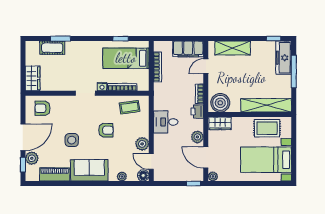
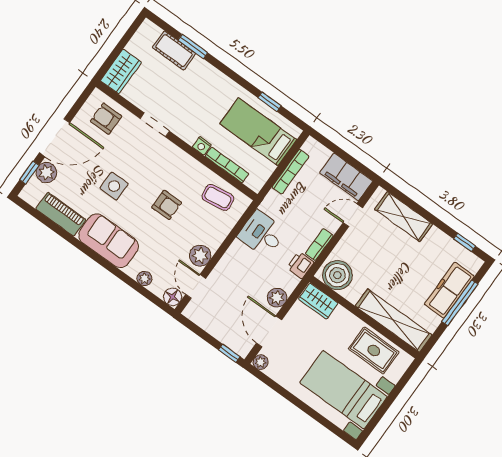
freezer: (284, 58) -> (449, 290), moved
doorway: (85, 93) -> (155, 125), moved
desk: (166, 122) -> (262, 234), moved

